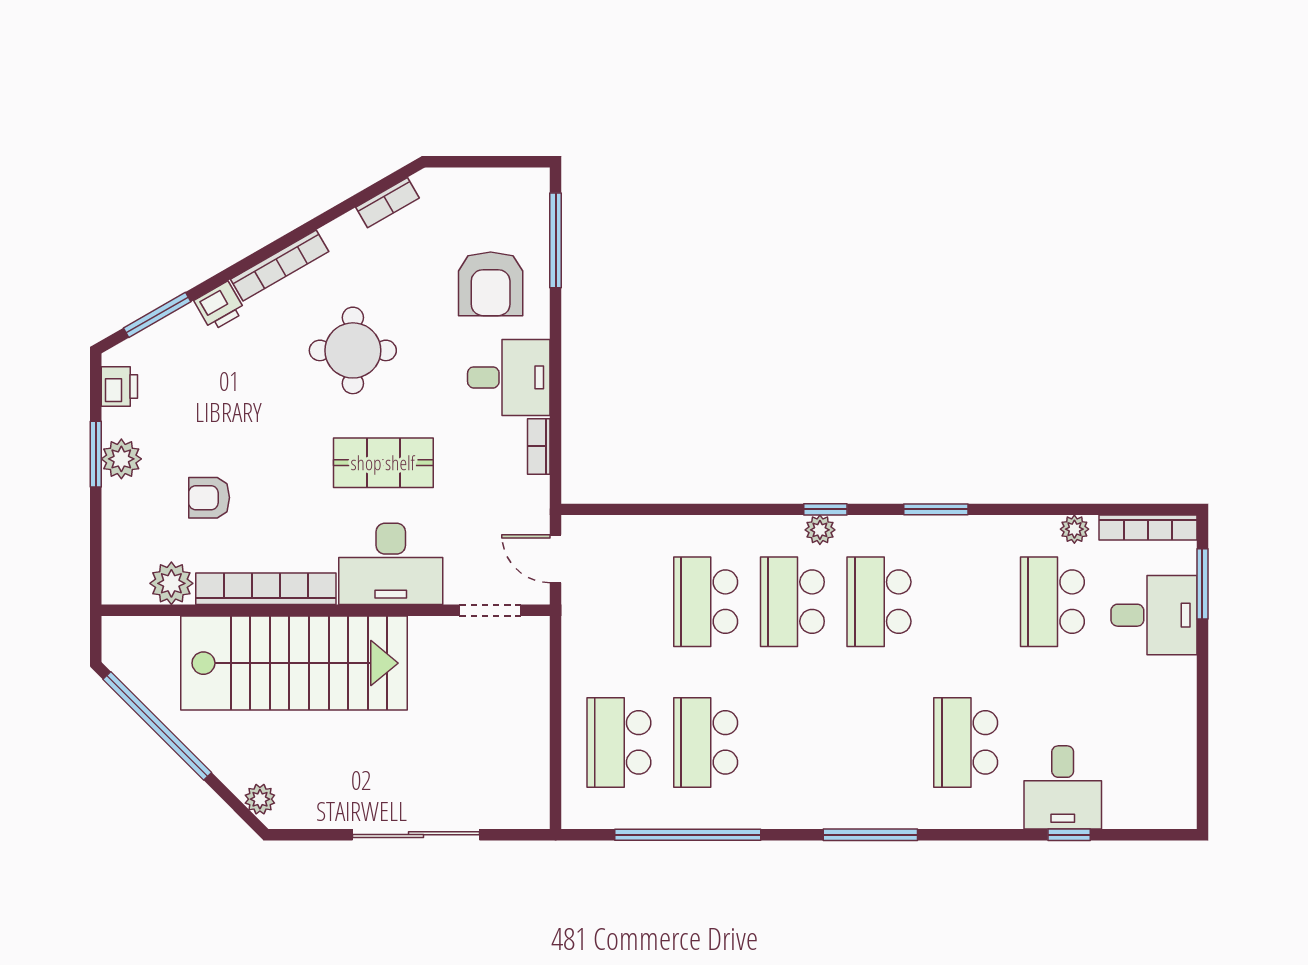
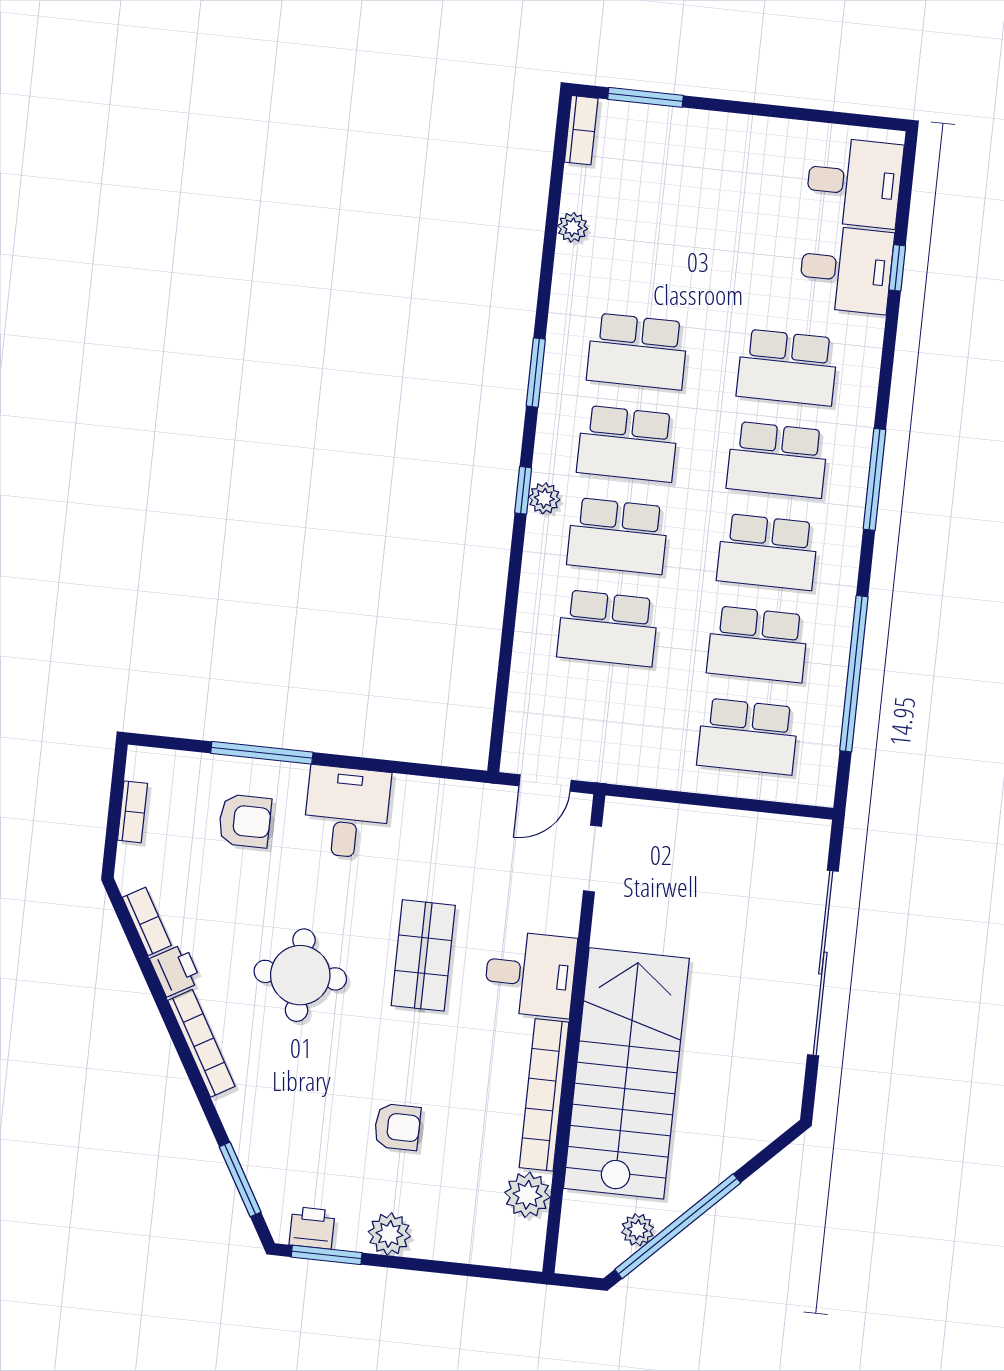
window: (556, 240) -> (262, 753), moved
armchair: (491, 284) -> (245, 821), width x0.72, depth x0.72
printer: (220, 306) -> (175, 970), moved
bookcase: (539, 446) -> (132, 812), moved, turned -90
window: (96, 454) -> (327, 1255), moved
armchair: (209, 498) -> (397, 1127), moved, turned -90
bookcase: (1148, 528) -> (581, 130), width x0.64
desk: (391, 564) -> (530, 974), width x0.73
school desk: (1052, 602) -> (637, 351), moved
desk: (1154, 615) -> (854, 182), moved, turned 90
school desk: (792, 742) -> (767, 552), added
school desk: (879, 742) -> (777, 460), added
plant: (260, 799) -> (638, 1230), moved
sliding door: (416, 835) -> (823, 963), width x1.36

